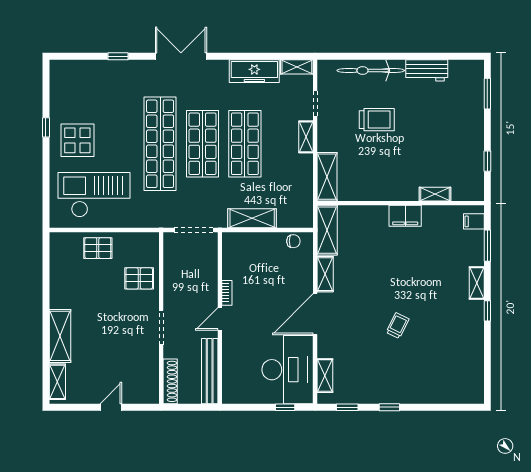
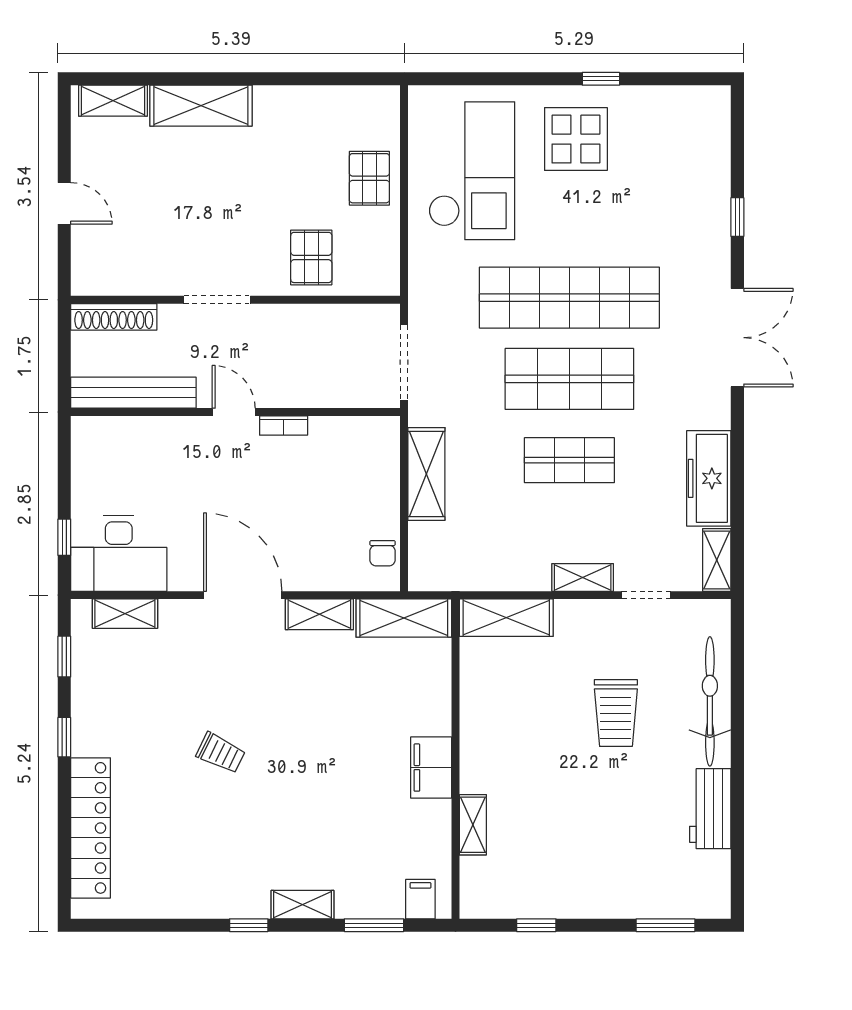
shop shelf: (245, 144) -> (569, 460), width x0.70, depth x0.74
desk: (288, 370) -> (119, 554), width x0.73, depth x0.77
locker: (437, 393) -> (91, 828), added

